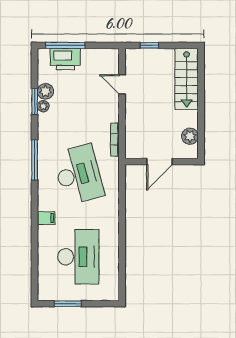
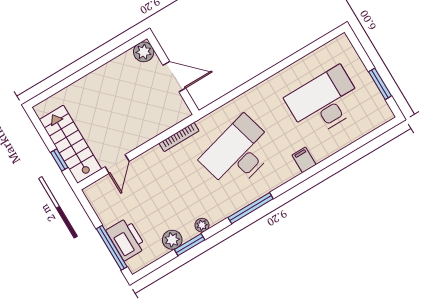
stairs: (187, 79) -> (70, 144), moved, turned -90
plant: (43, 106) -> (202, 225), moved
plant: (190, 136) -> (144, 52), moved

